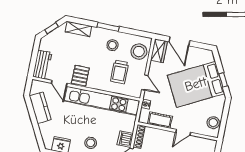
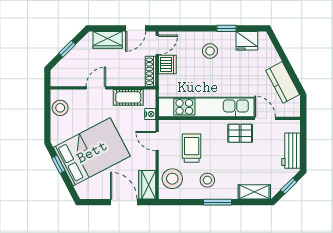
workbench: (42, 65) -> (291, 151), moved
pallet: (80, 76) -> (240, 133), turned 90

